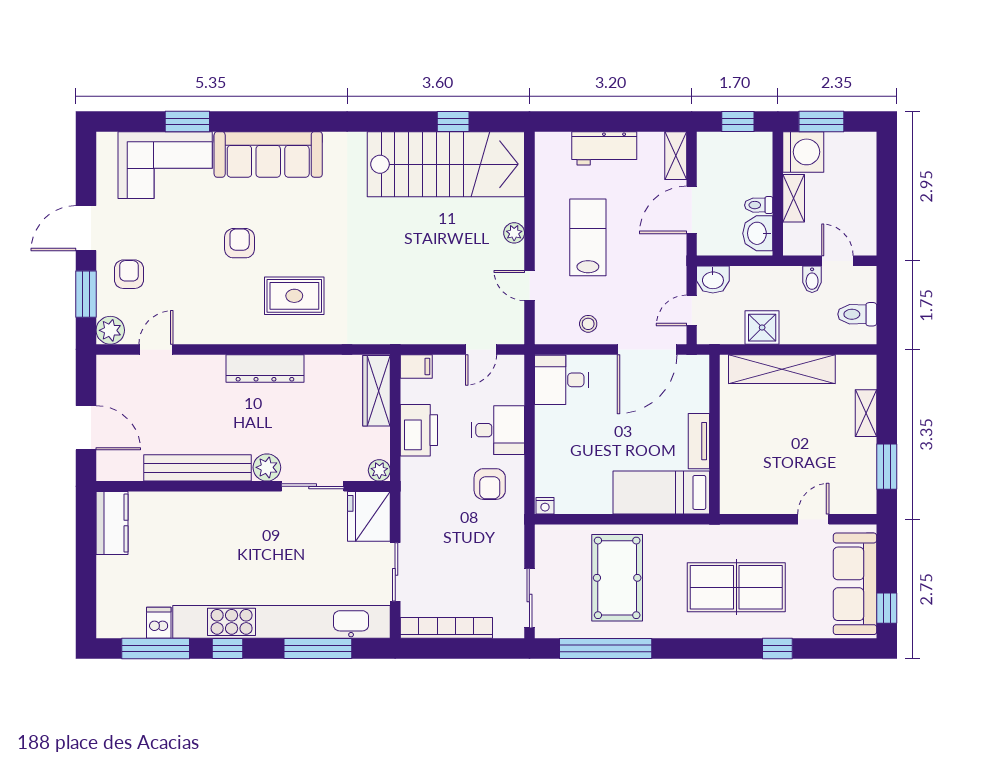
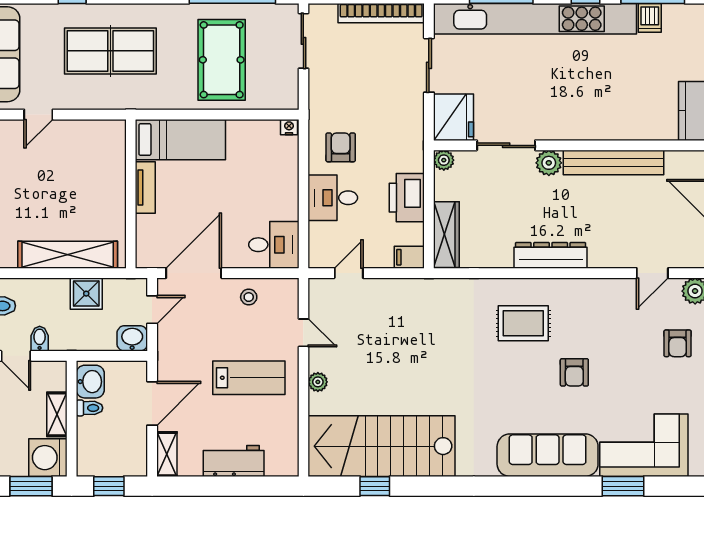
lab bench: (588, 237) -> (249, 378), turned -90

